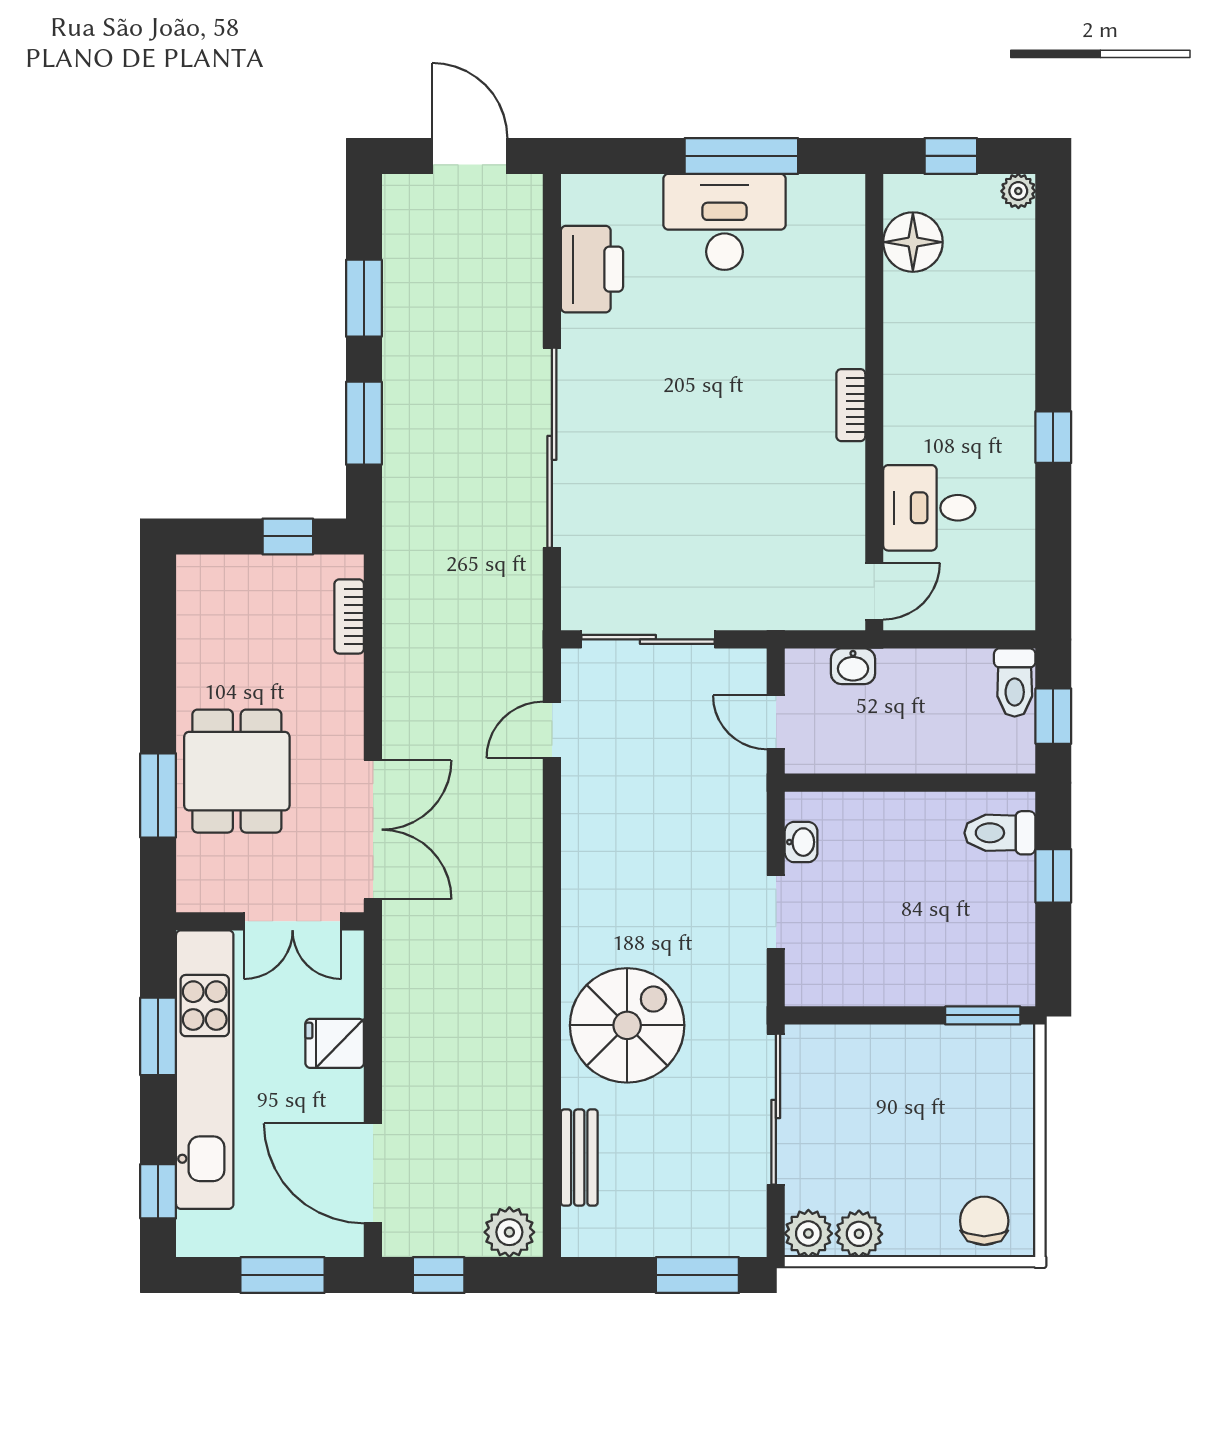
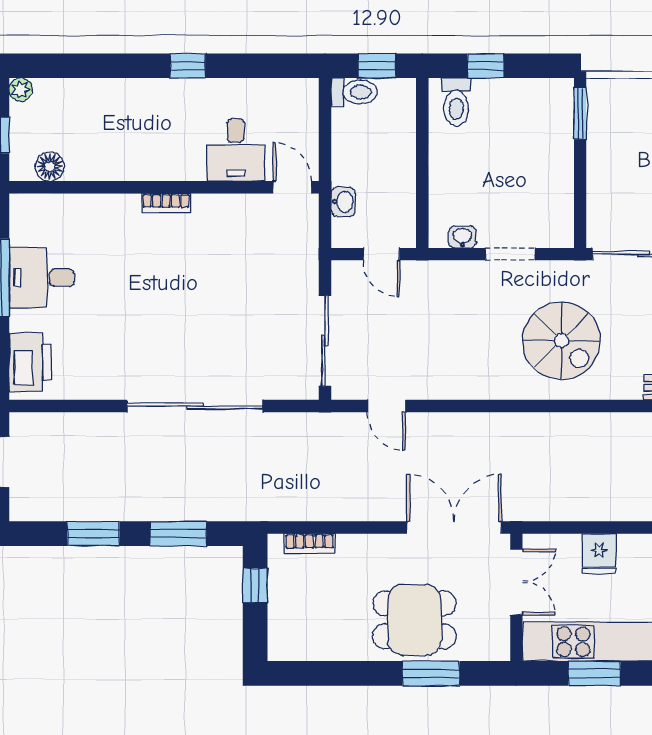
desk: (724, 222) -> (42, 278), width x0.73
floor lamp: (913, 242) -> (50, 167), width x0.73, depth x0.73
printer: (592, 269) -> (30, 362), moved, turned 90
door: (776, 722) -> (381, 254), hinge flipped
spiral stairs: (627, 1025) -> (561, 341), moved, turned 180

